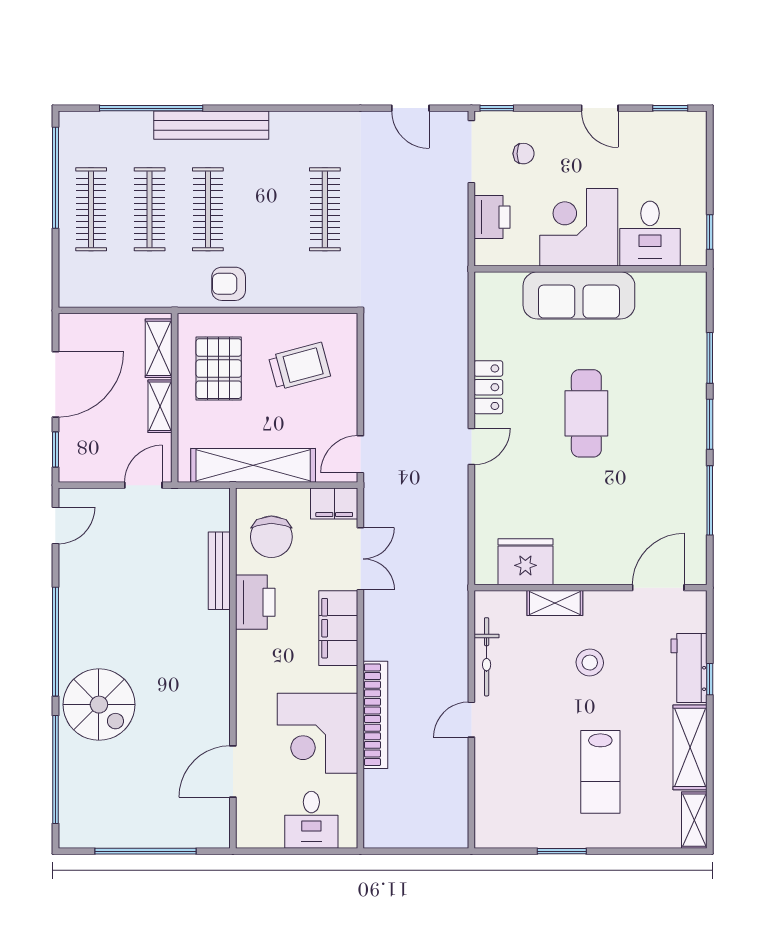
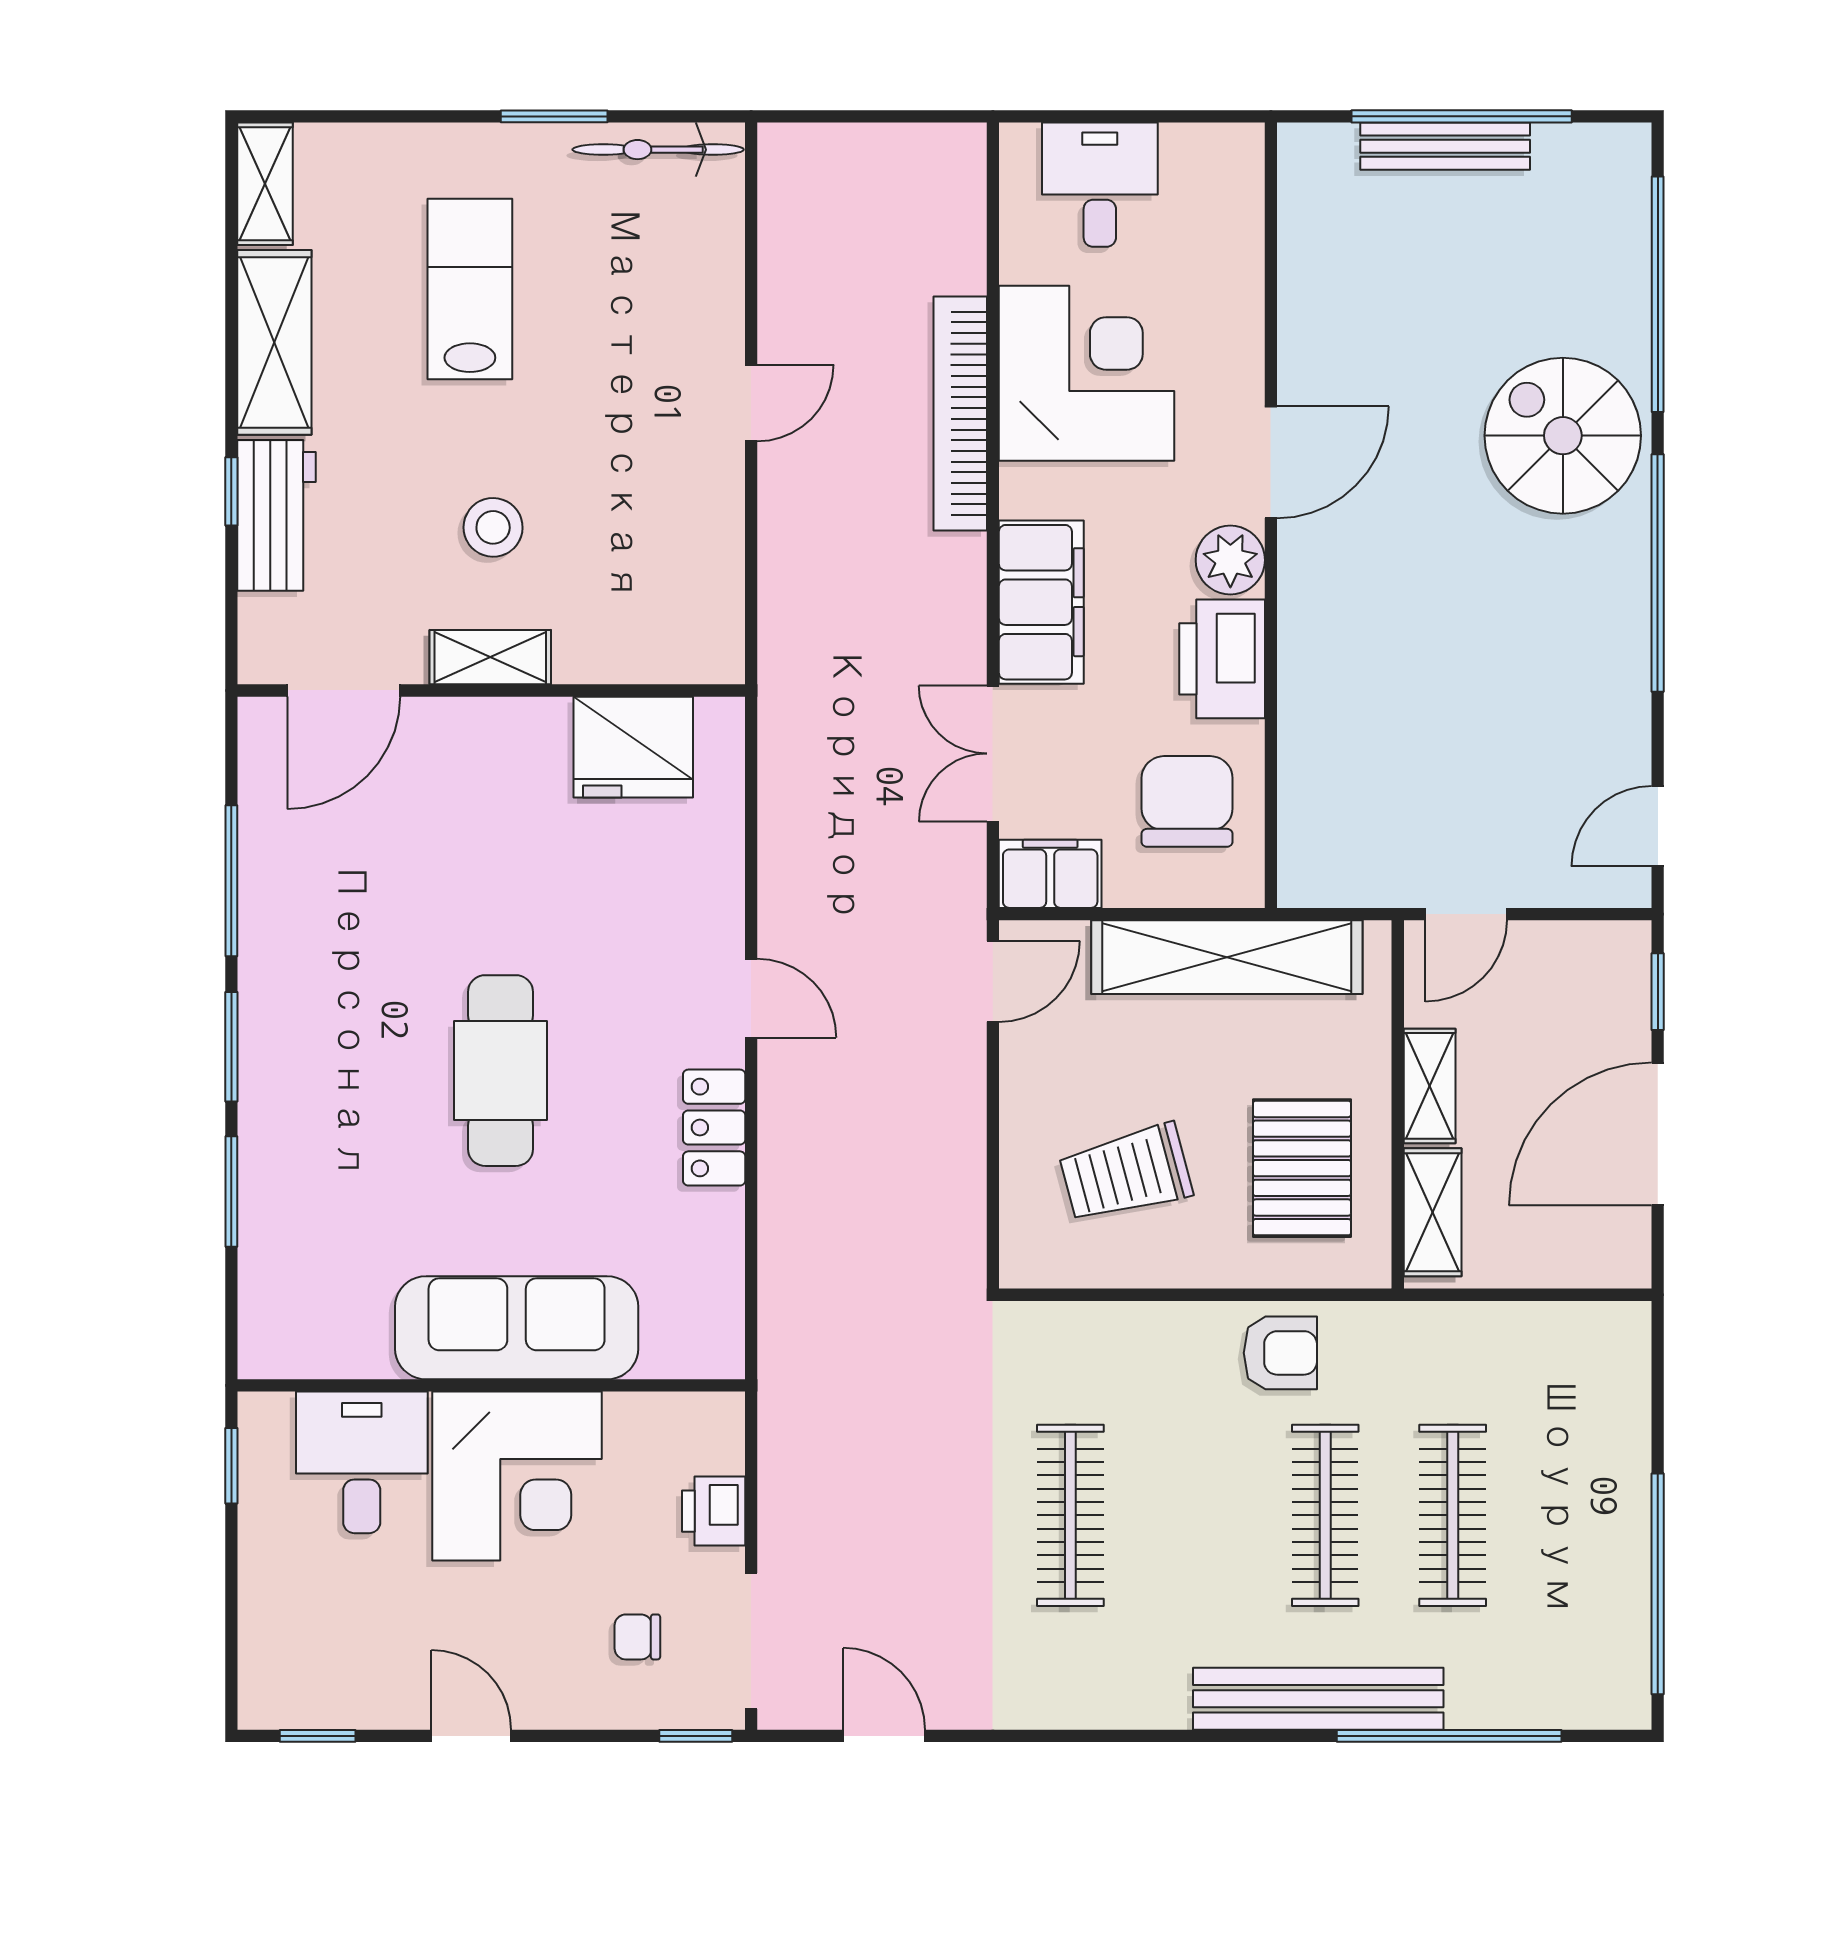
clothes rail: (91, 209) -> (1580, 1515), removed
printer: (492, 217) -> (714, 1511), width x0.73, depth x0.81
door: (471, 447) -> (751, 998), swing flipped
bench: (219, 571) -> (1445, 146), moved, turned 90
shelving: (555, 603) -> (490, 657), moved
plant: (252, 648) -> (1230, 560), added
bicycle: (487, 657) -> (658, 150), moved, turned -90
door: (233, 771) -> (1271, 462), moved

